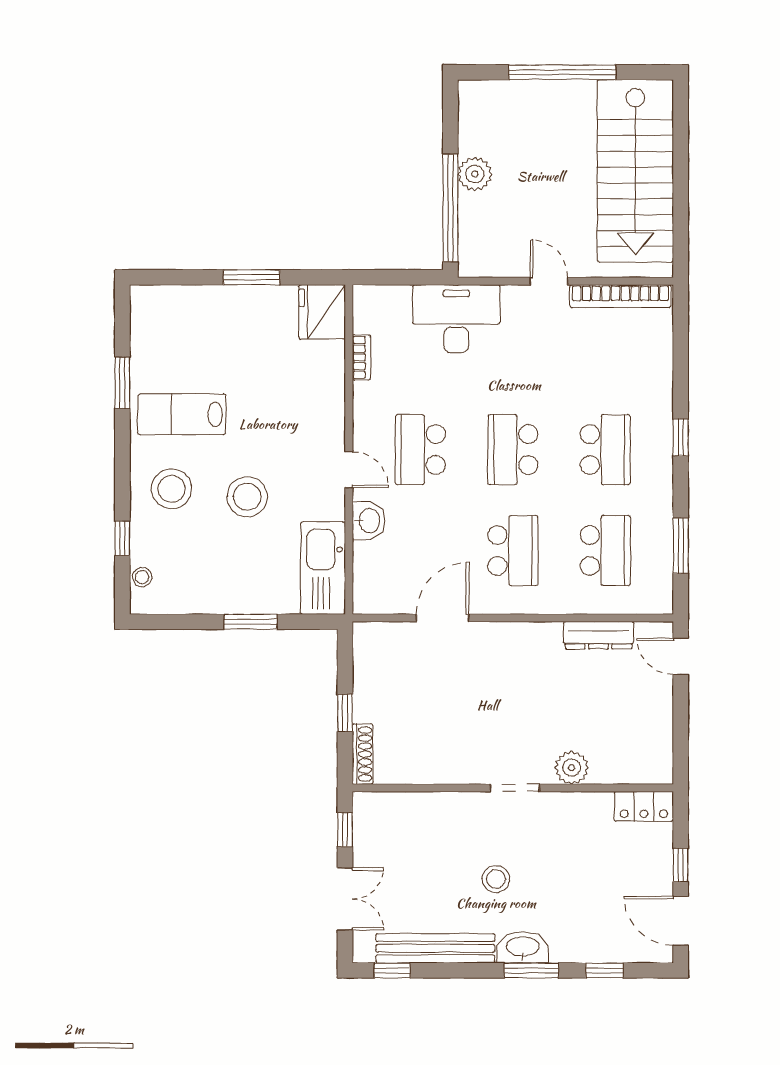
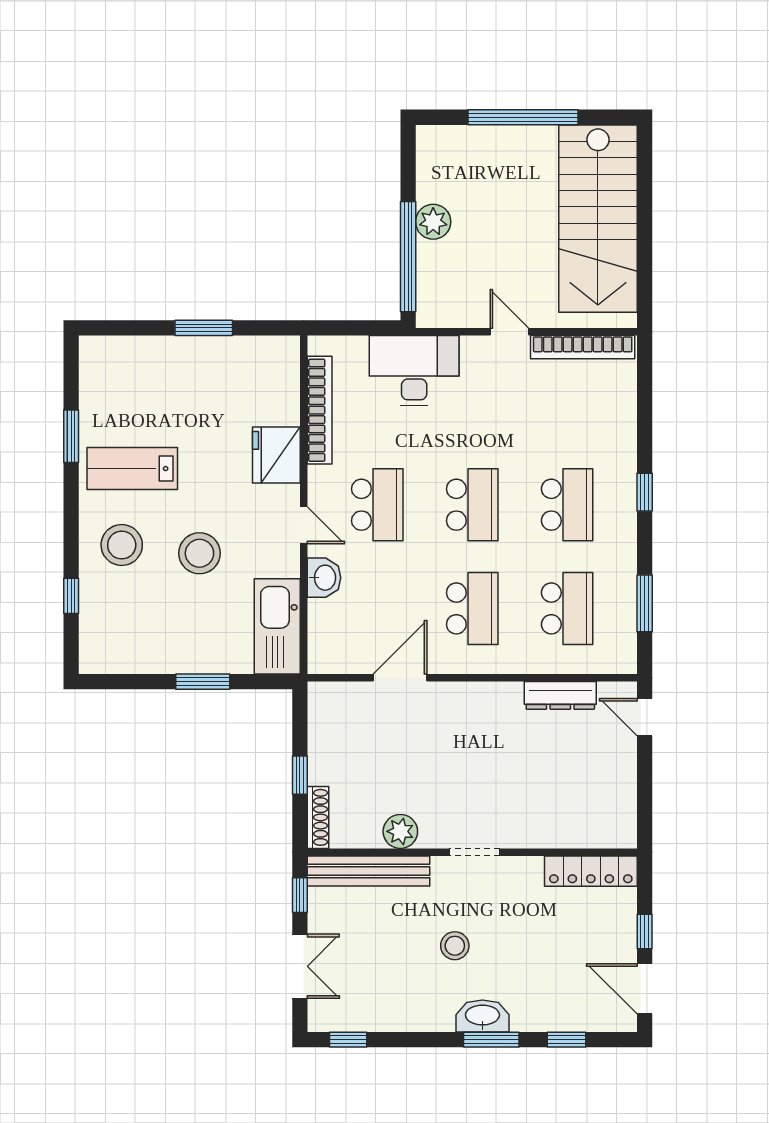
fridge: (322, 312) -> (276, 455), moved
bookcase: (361, 357) -> (320, 410), width x2.31, depth x1.31
school desk: (420, 450) -> (377, 505), turned 180
school desk: (513, 450) -> (472, 505), turned 180
stool: (142, 577) -> (92, 636), removed
plant: (572, 768) -> (400, 831), moved
locker: (644, 806) -> (591, 871), width x1.53
bench: (435, 948) -> (369, 871), moved

